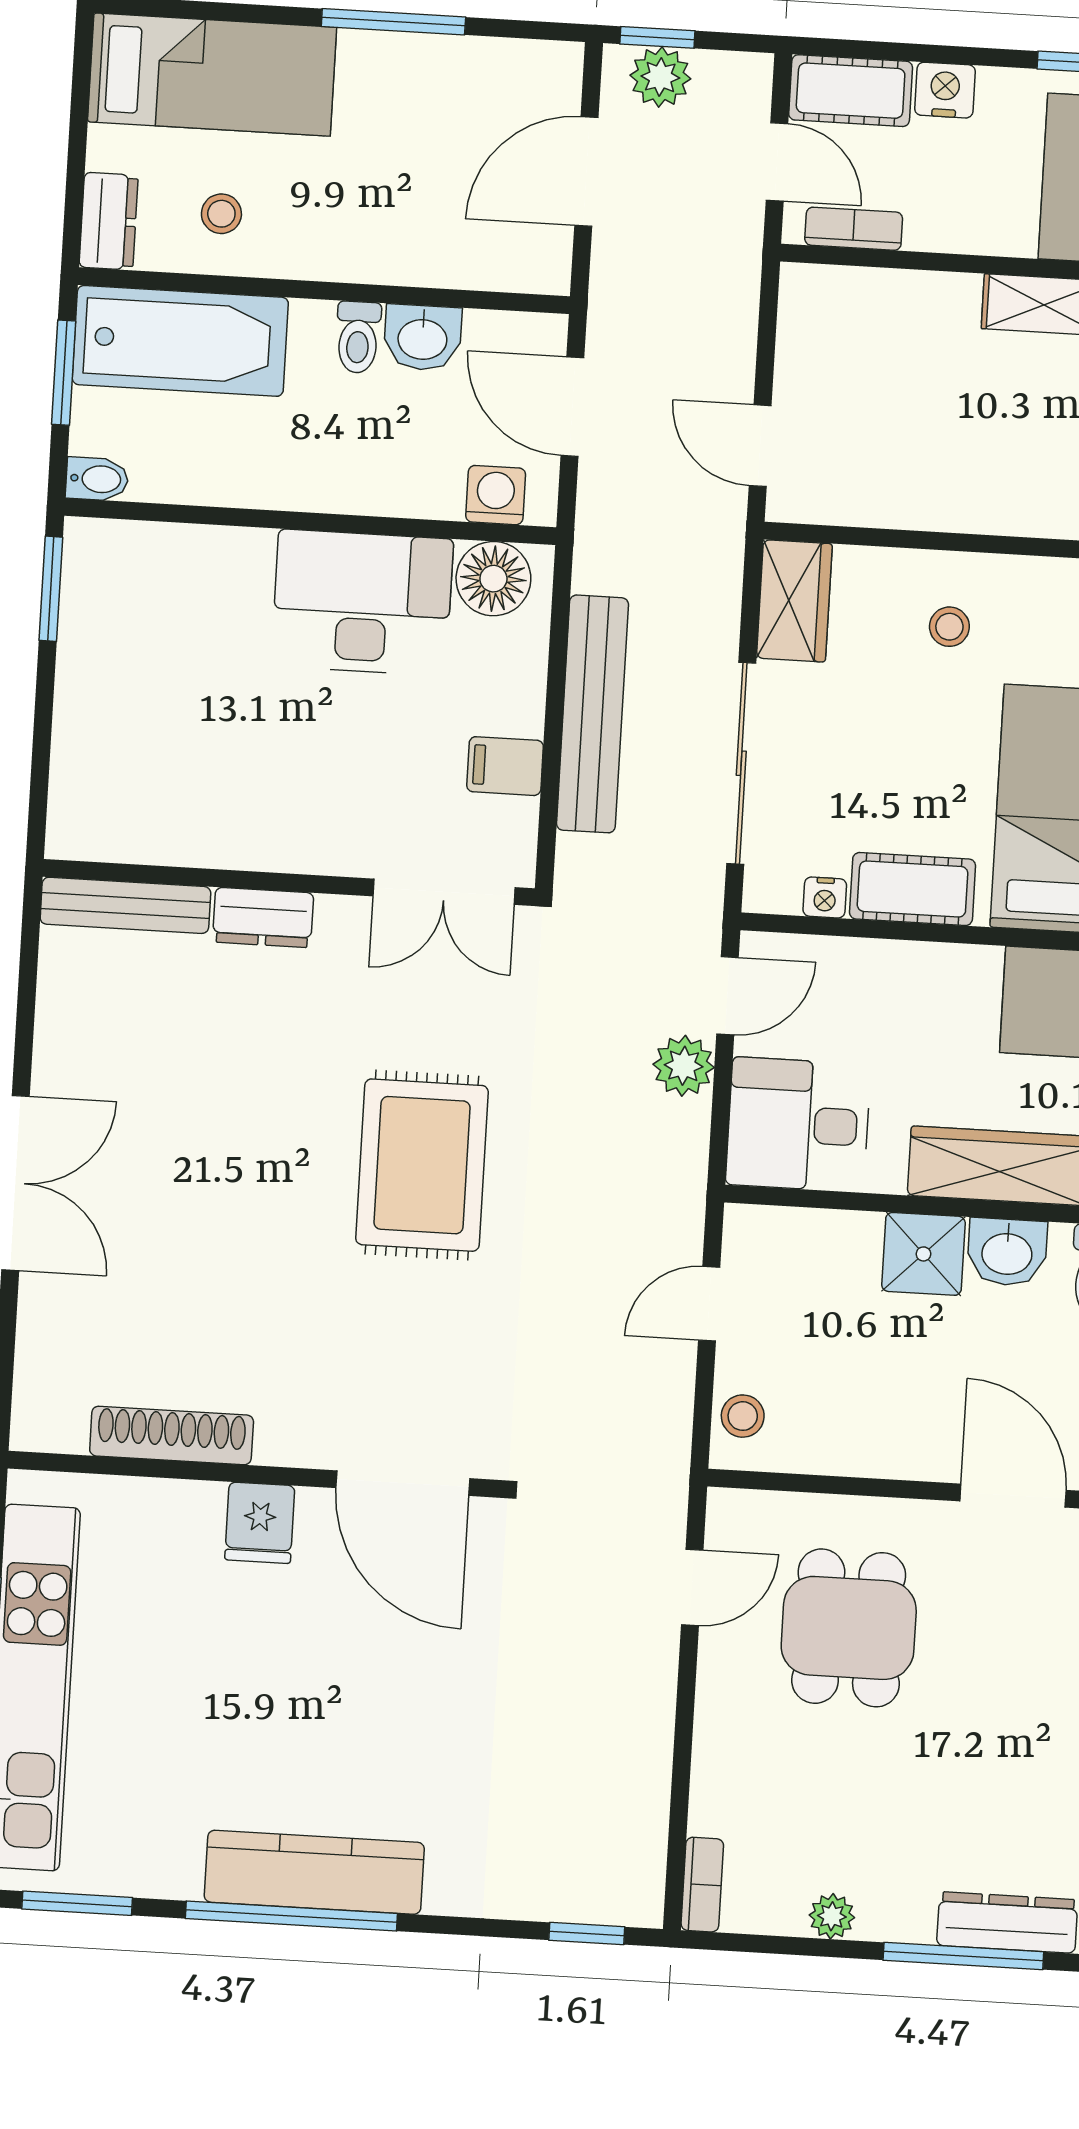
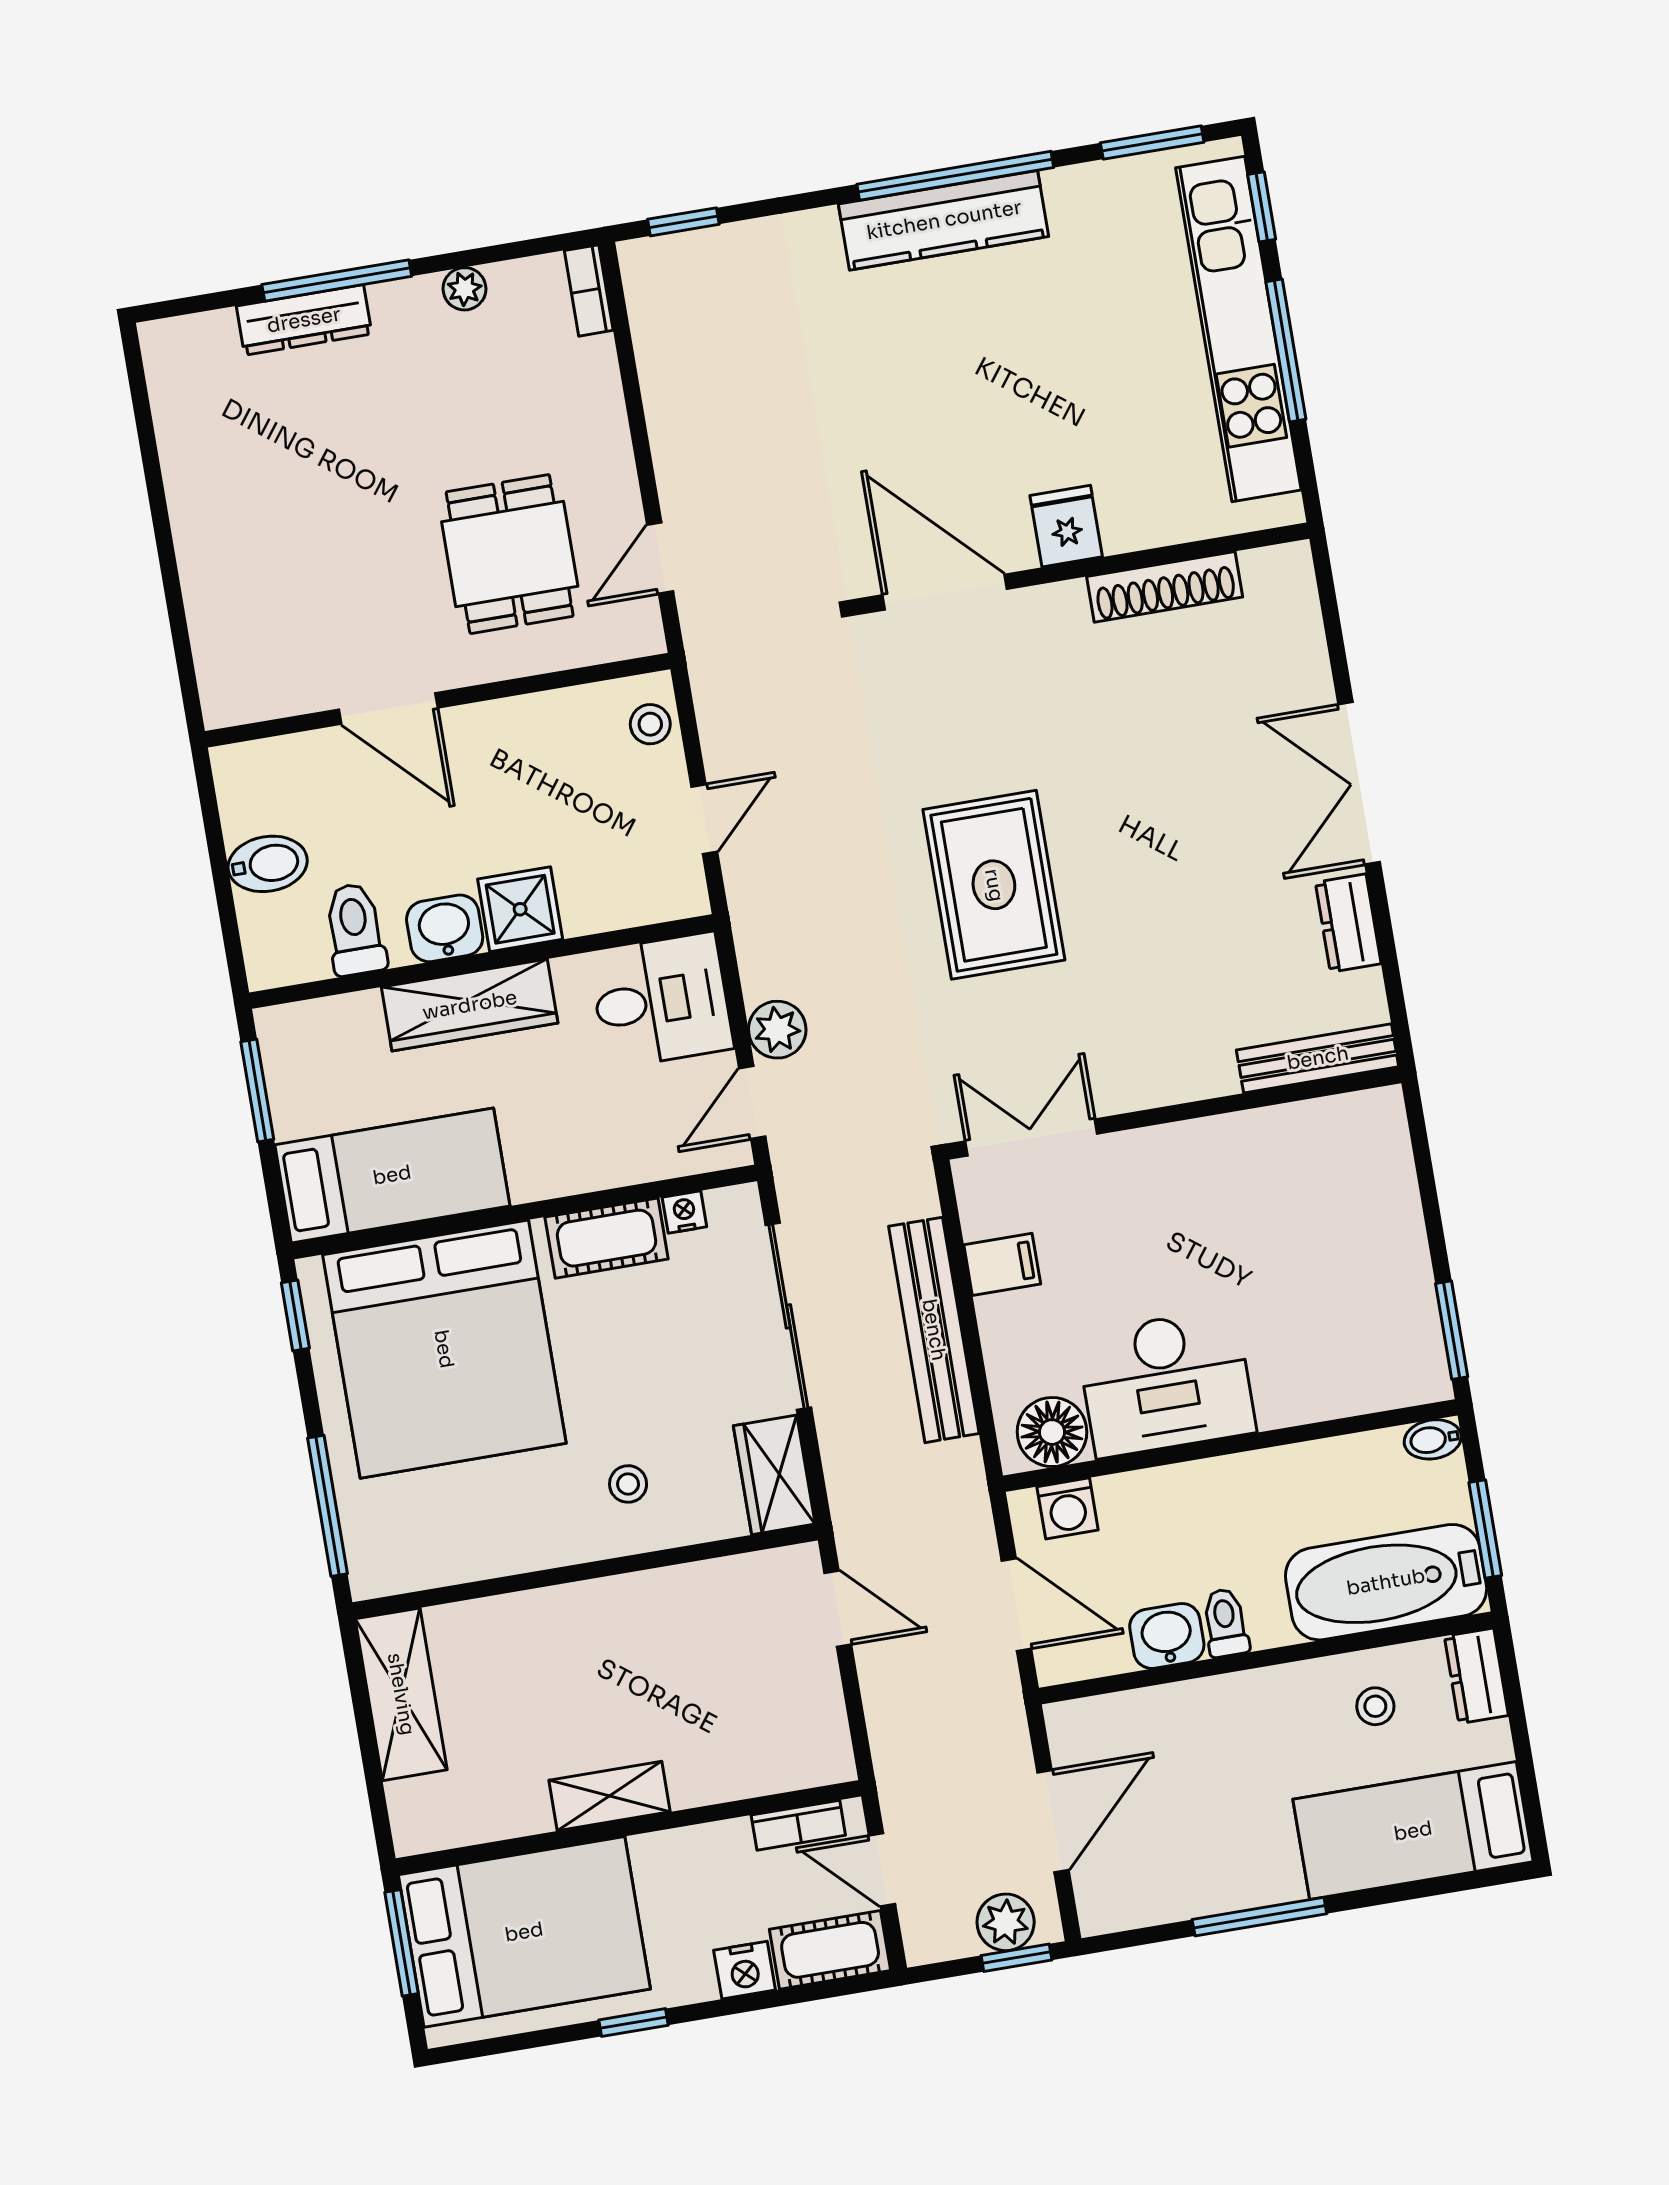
dresser: (263, 918) -> (1348, 923), moved, turned -90

